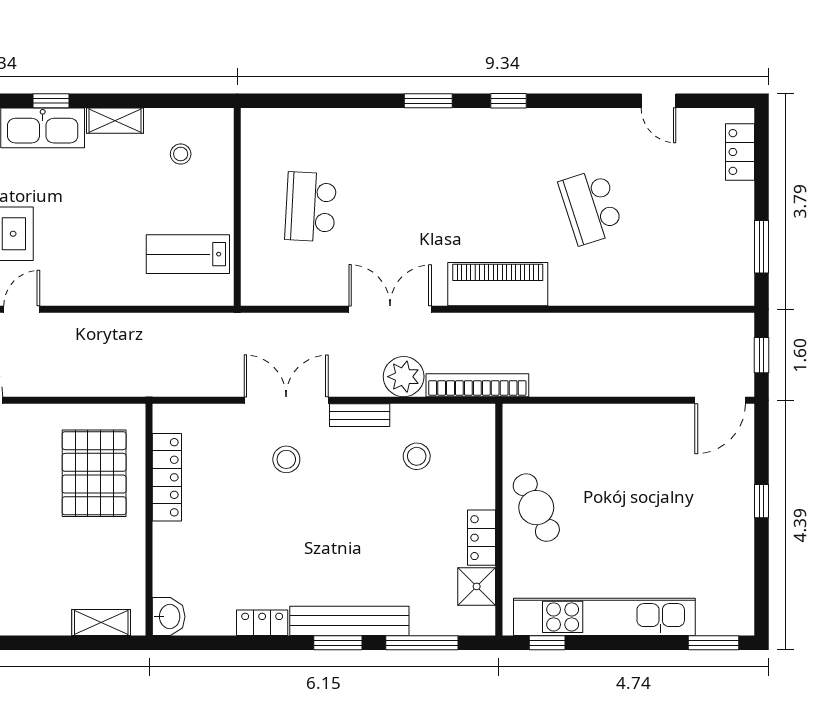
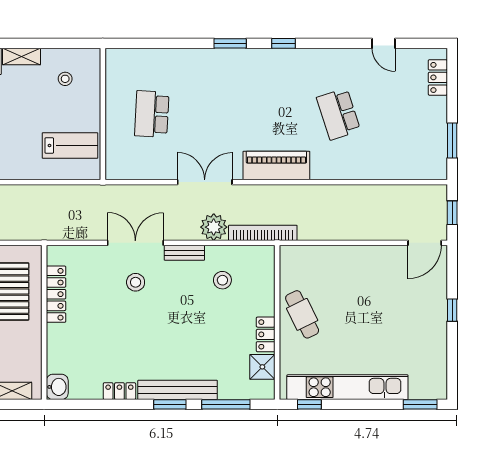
lab bench: (188, 254) -> (70, 145), turned 180

